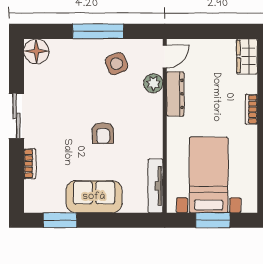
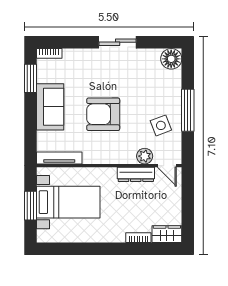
bookcase: (251, 109) -> (138, 238), moved
armchair: (103, 133) -> (103, 114), width x1.88, depth x1.88
bookcase: (30, 164) -> (49, 53), moved

